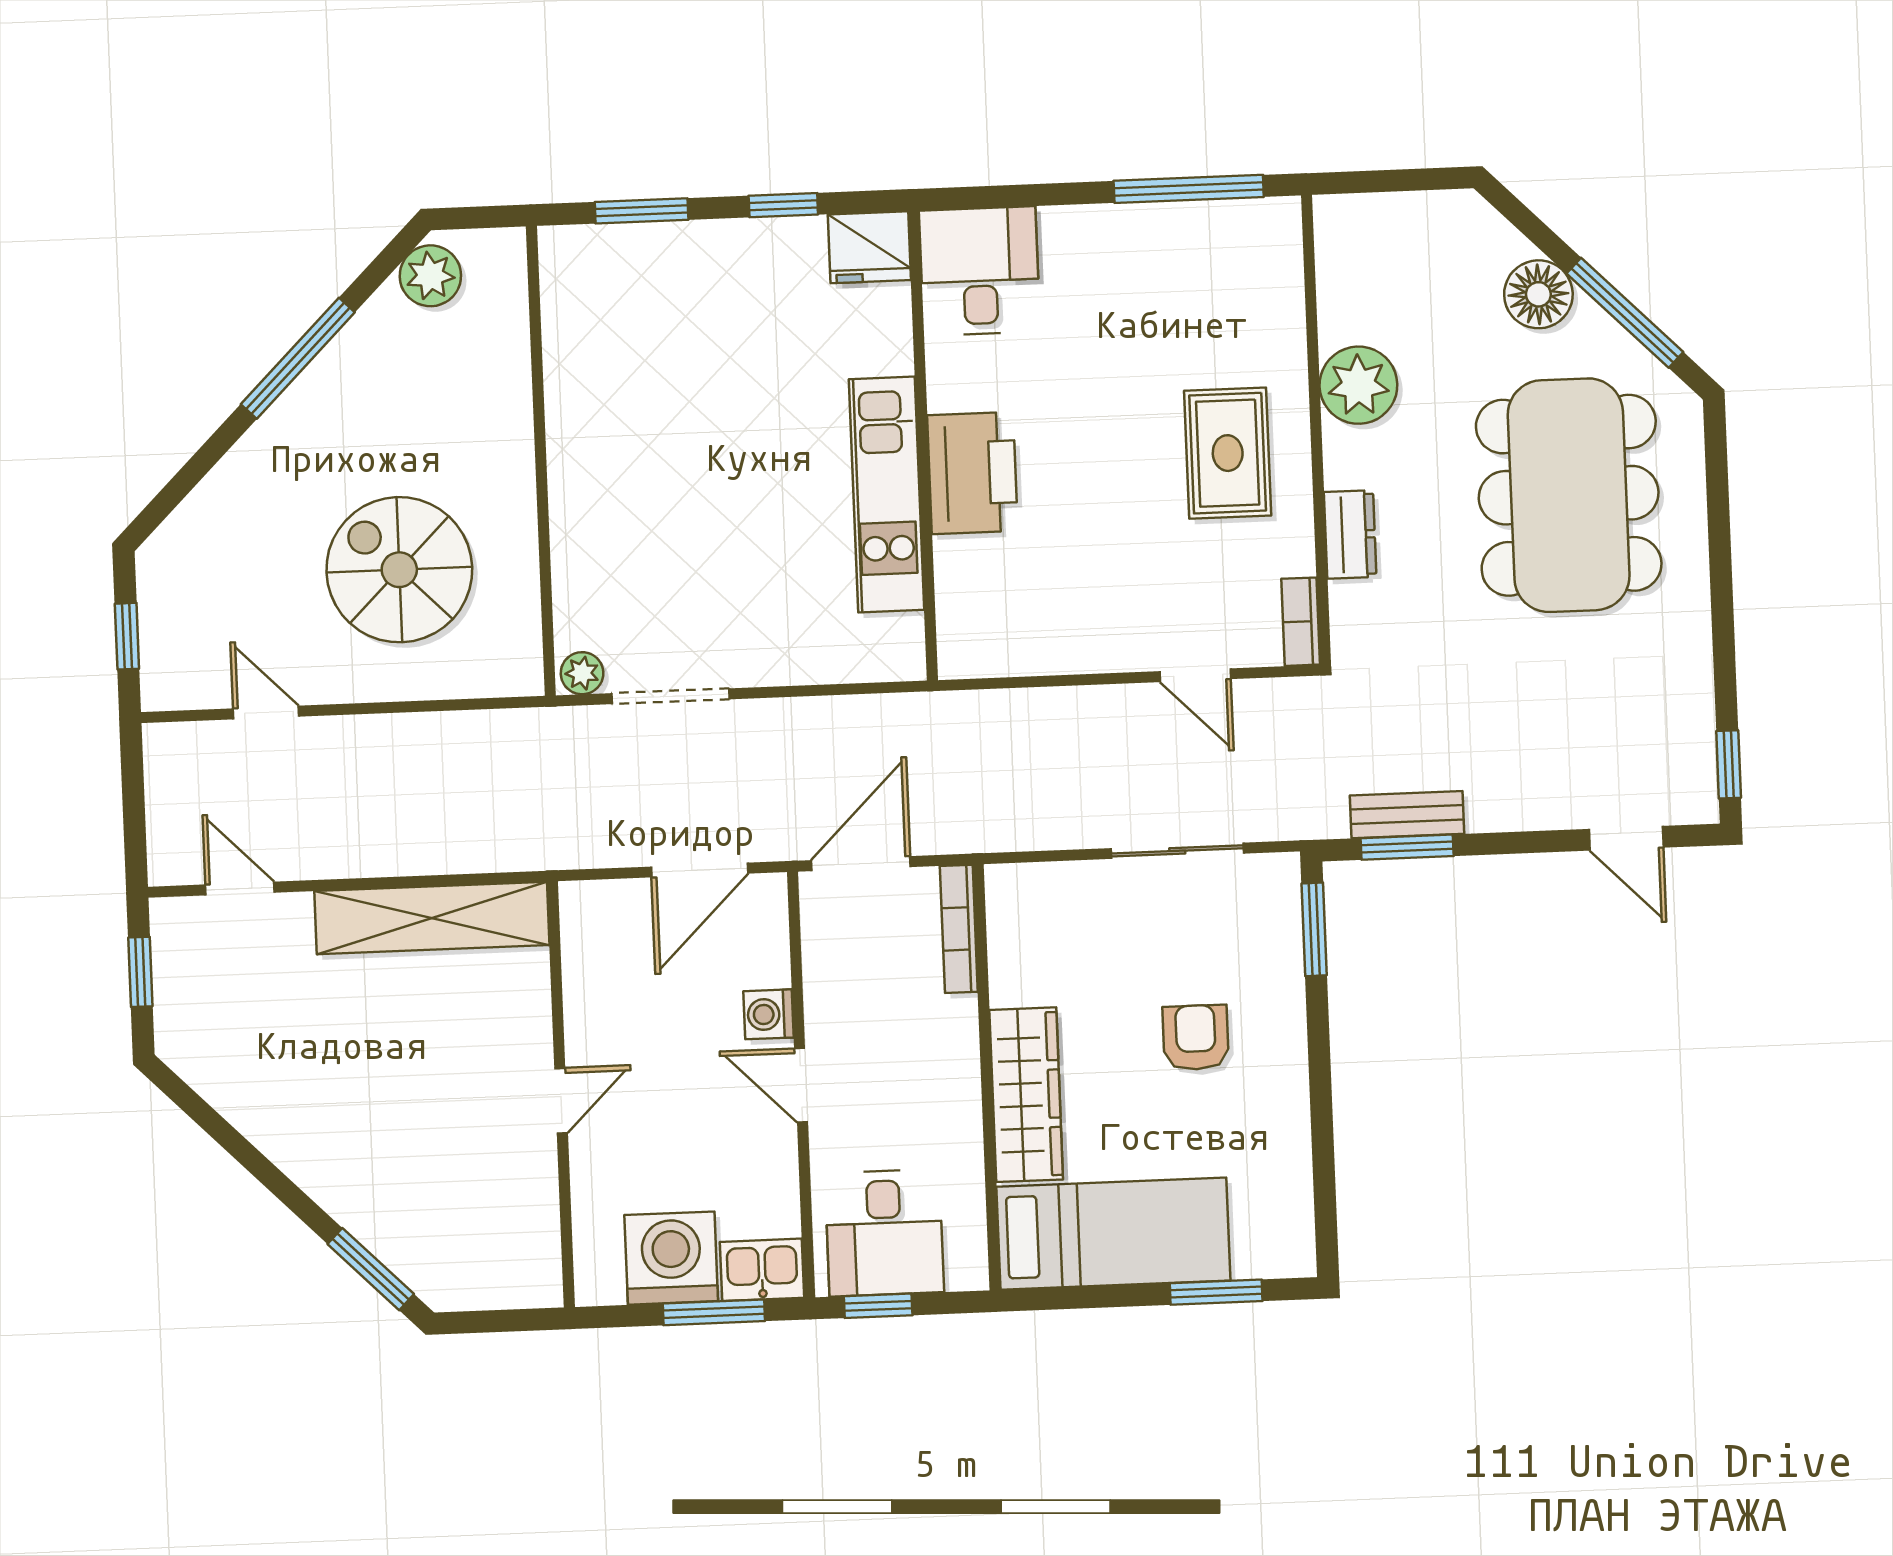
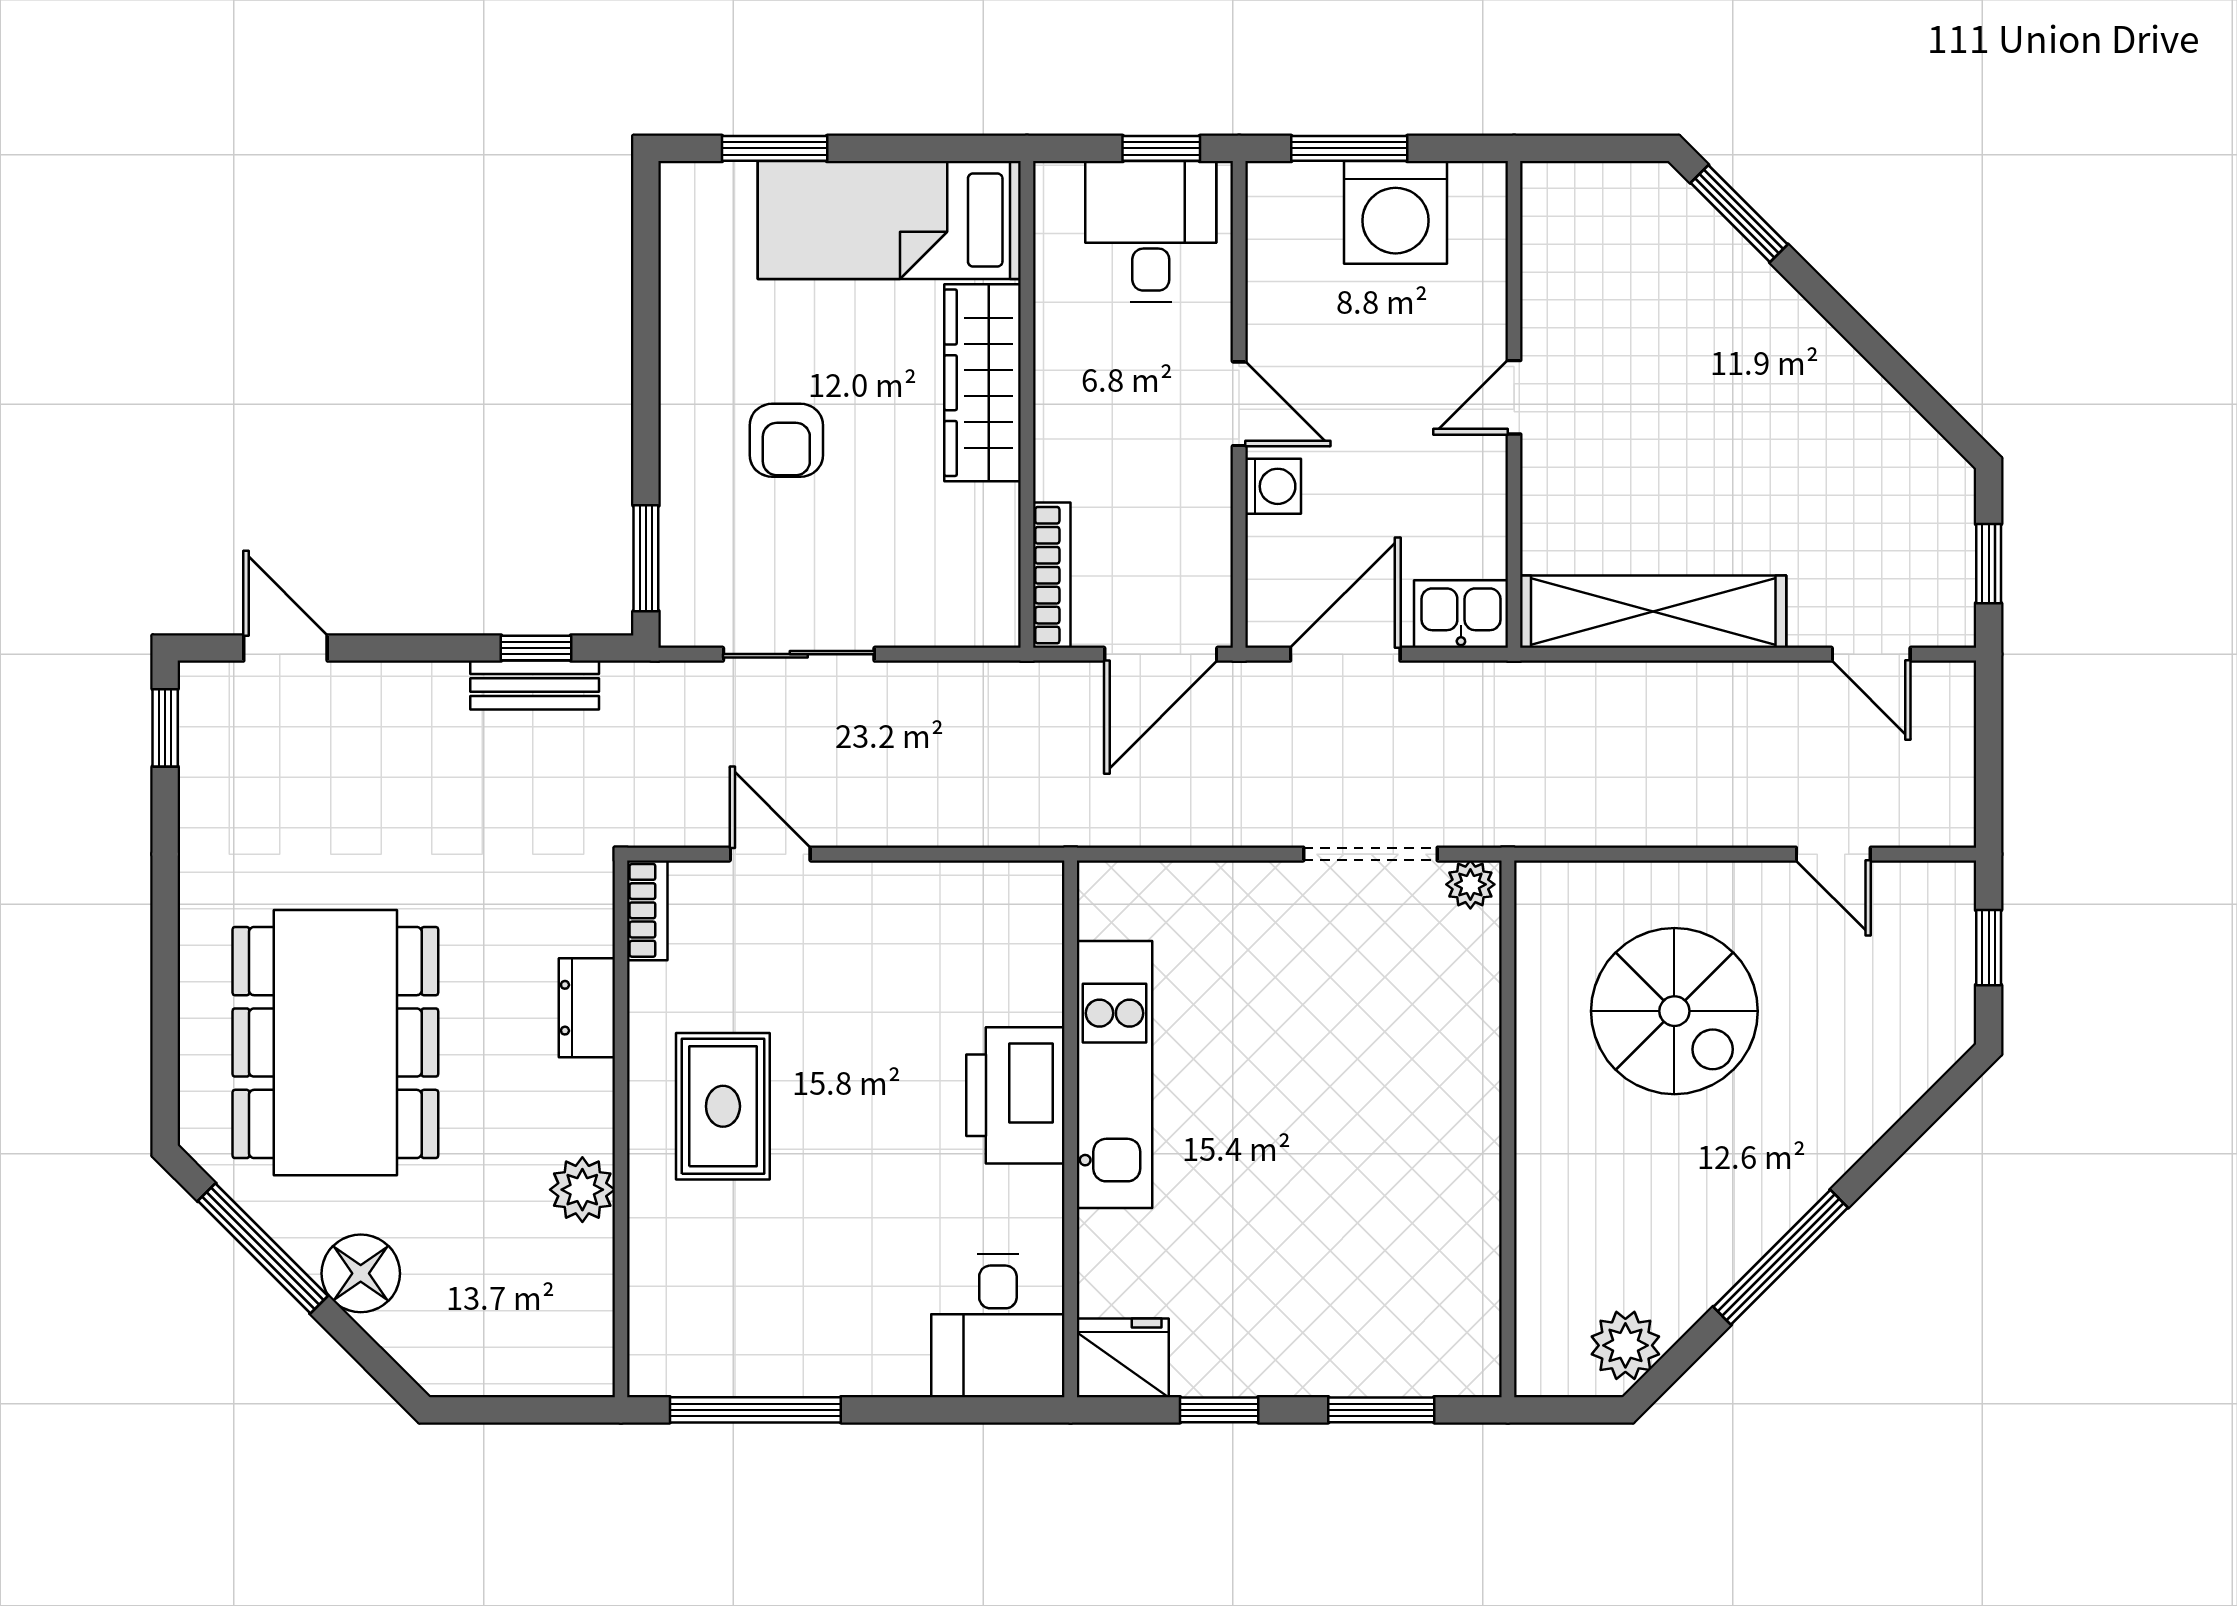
plant: (1358, 385) -> (582, 1190), width x0.73, depth x0.73
window: (1407, 847) -> (536, 648), width x0.67
kitchen sink: (762, 1270) -> (1461, 614), moved, turned 180

